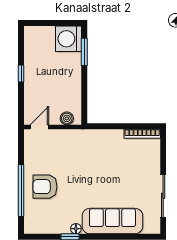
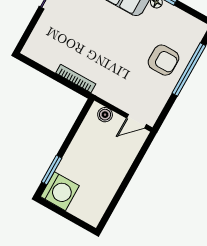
window: (21, 74) -> (125, 183), removed
bookcase: (142, 134) -> (76, 78), moved

